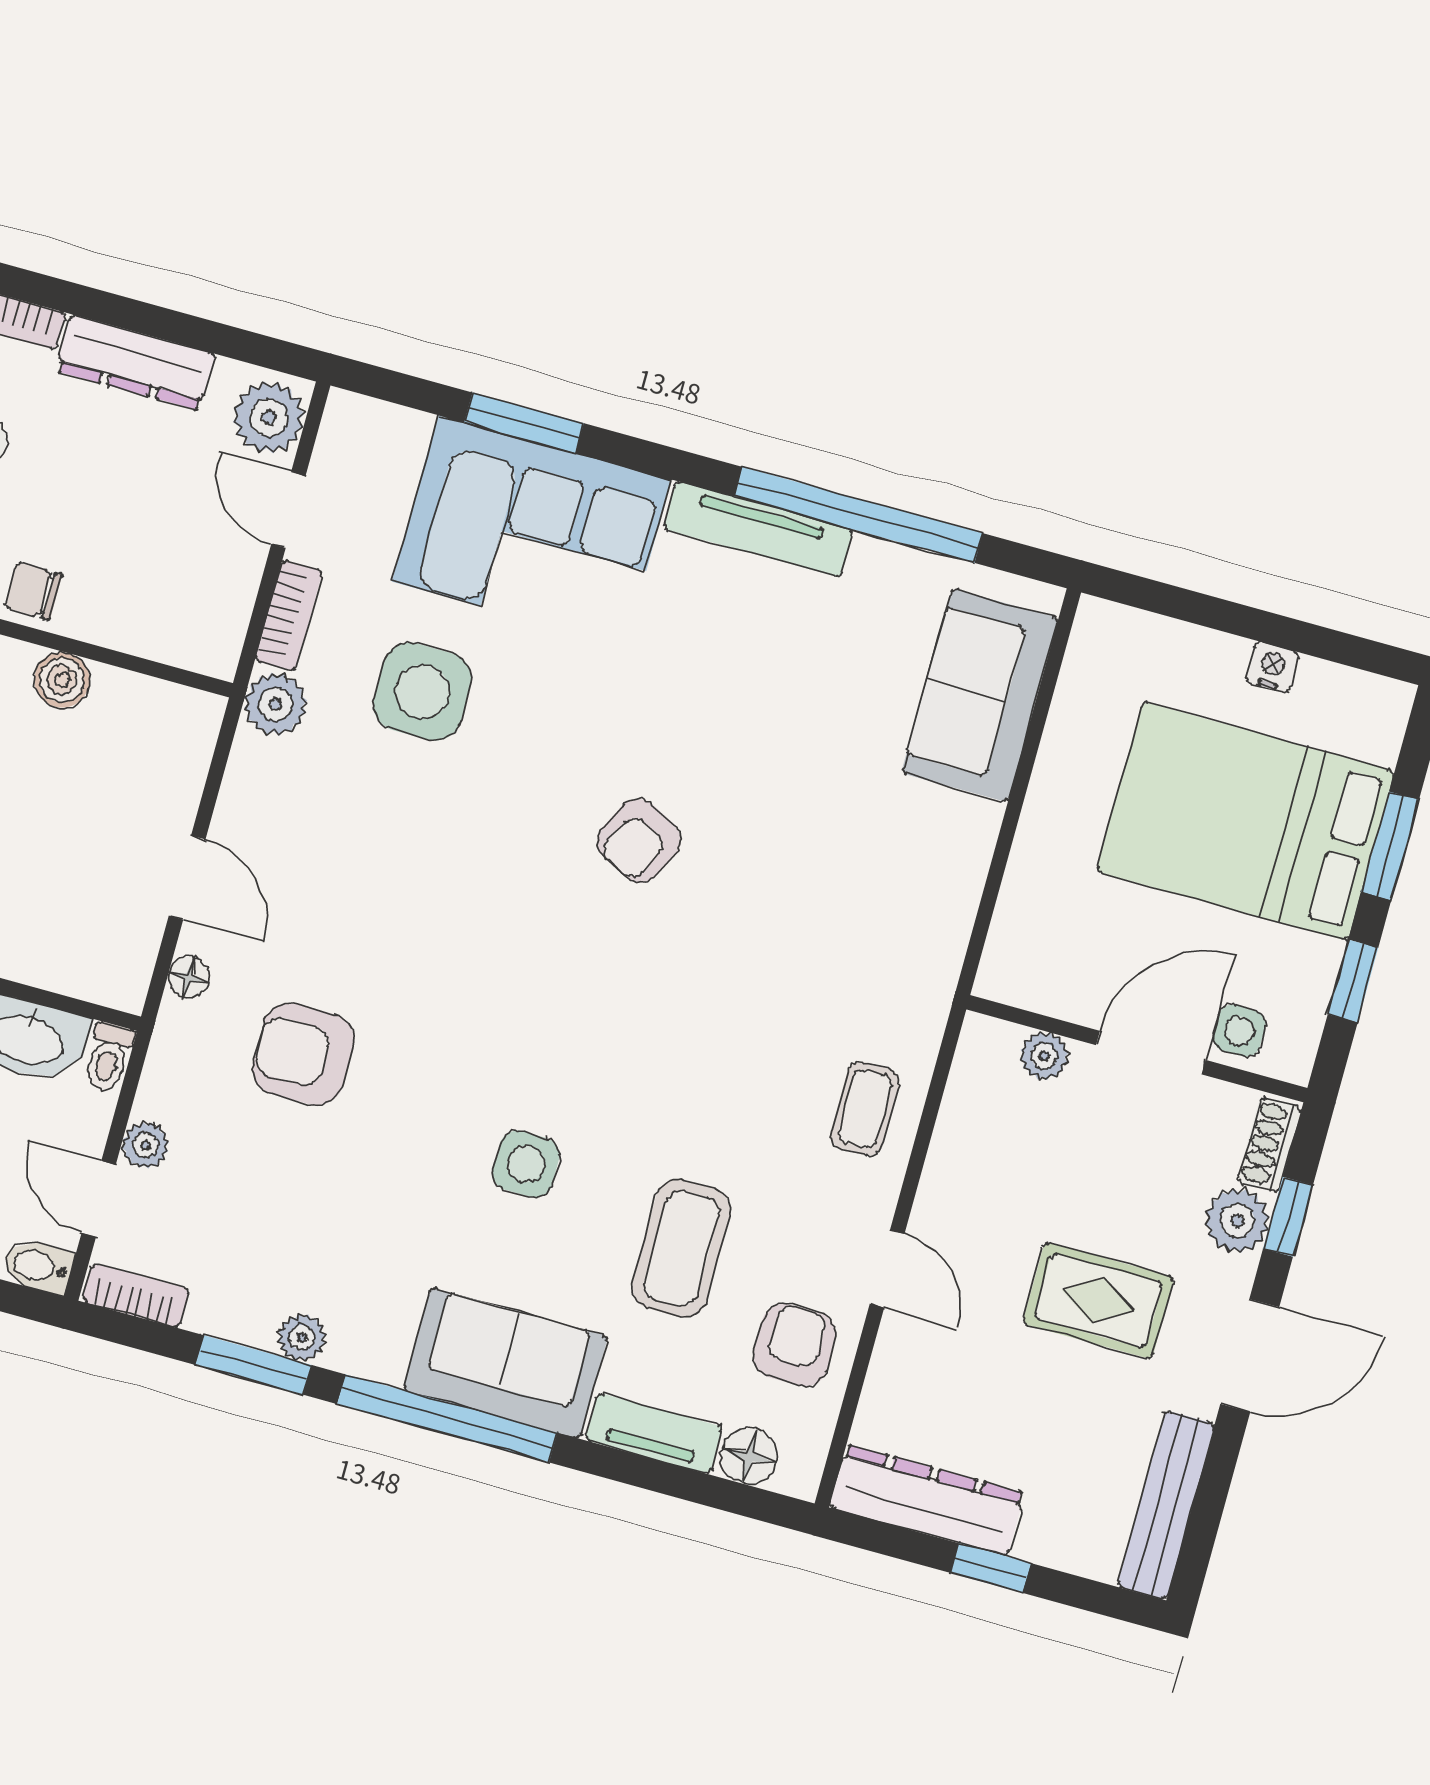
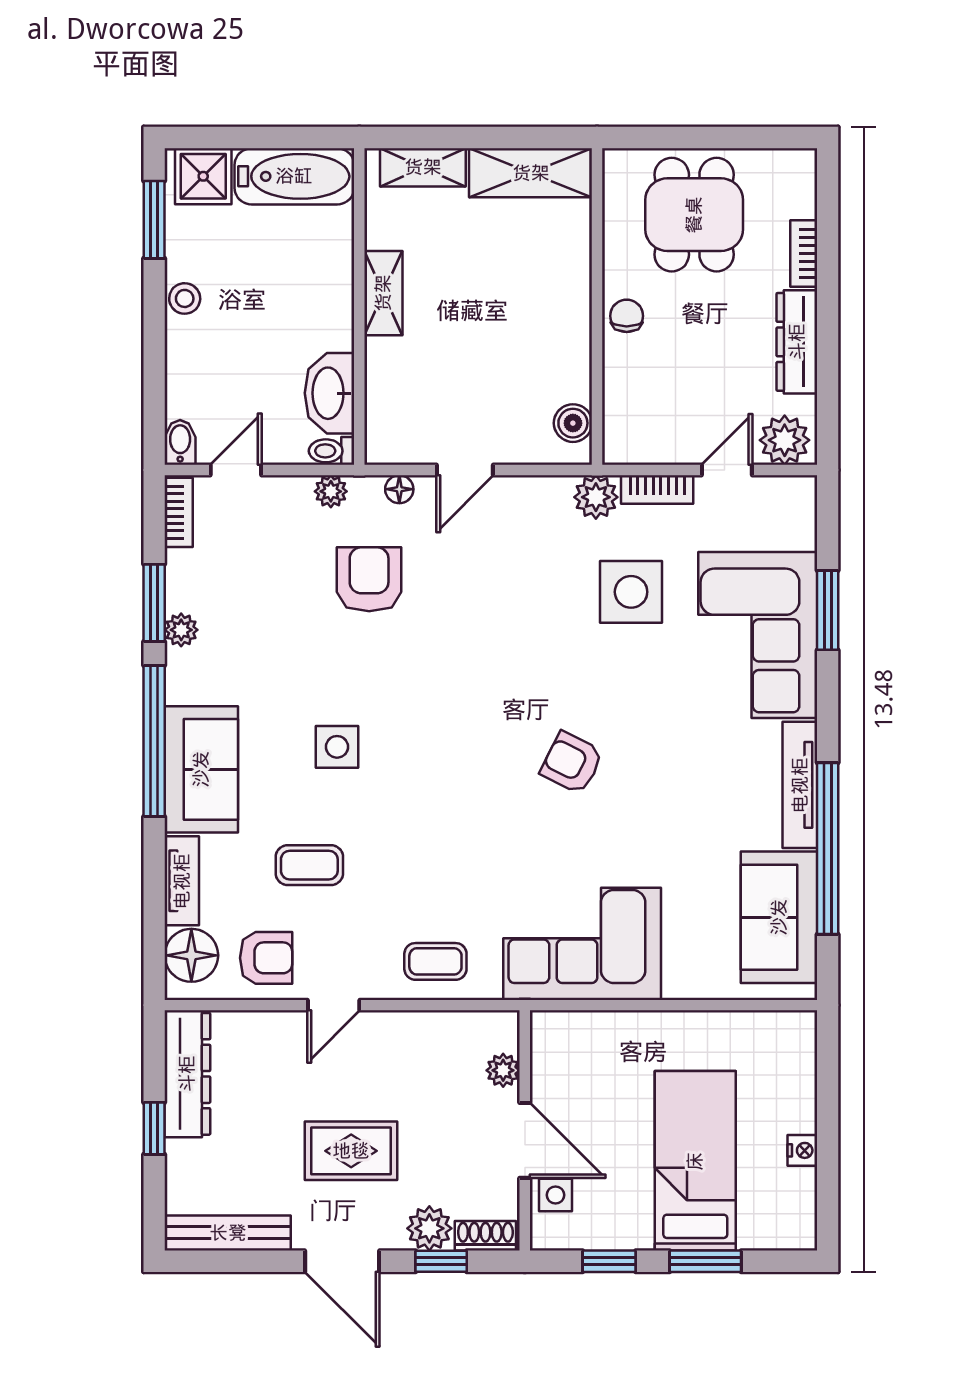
boiler: (62, 680) -> (573, 423), moved
sofa: (980, 695) -> (779, 917), moved, turned -90
bed: (1245, 821) -> (695, 1161), width x0.67
corner sofa: (897, 896) -> (582, 944), added
plant: (145, 1145) -> (331, 491), moved
coffee table: (681, 1249) -> (309, 865), width x0.73, depth x0.77
rug: (1098, 1300) -> (351, 1151), turned 90
floor lamp: (749, 1456) -> (191, 955), width x1.38, depth x1.38

